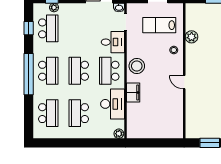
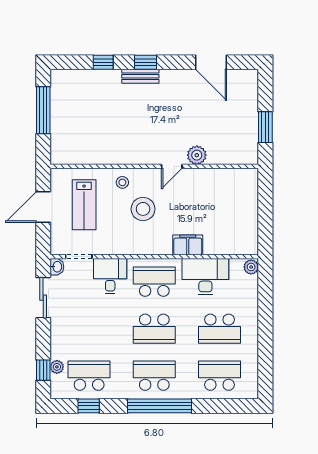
plant: (192, 37) -> (197, 155), moved
stool: (137, 66) -> (143, 209), moved
school desk: (109, 71) -> (154, 282), turned 180

